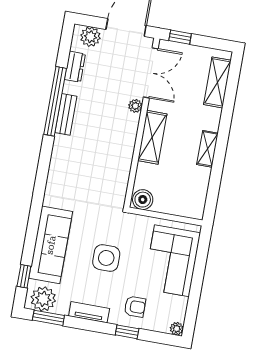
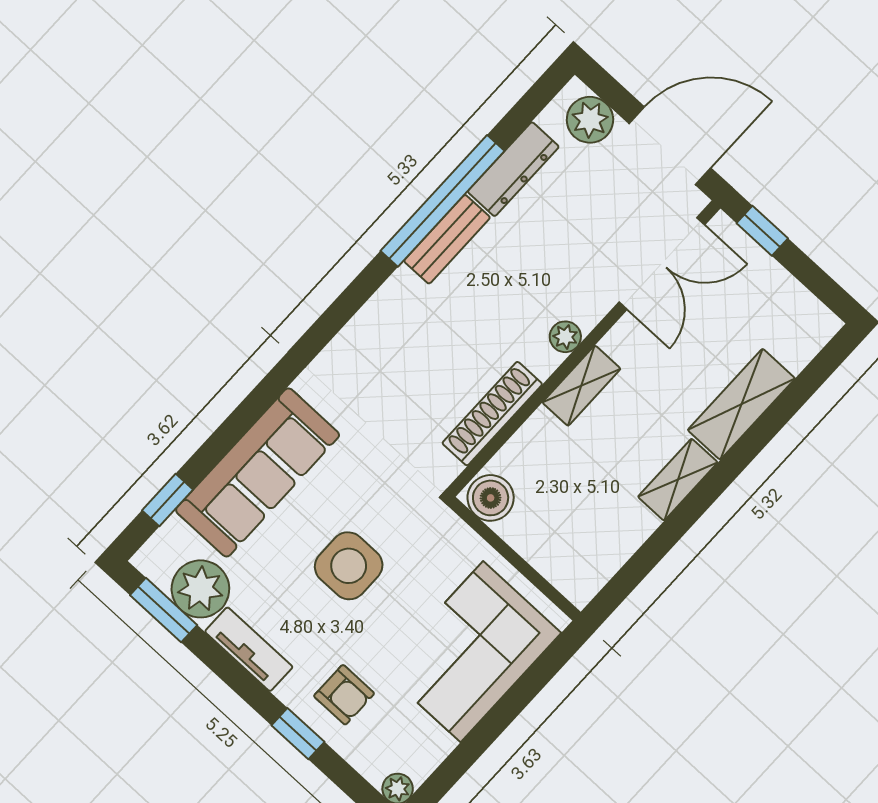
dresser: (75, 67) -> (513, 169), width x1.44
shelving: (217, 82) -> (741, 404), moved
plant: (135, 106) -> (565, 337), moved
shelving: (152, 137) -> (581, 386), width x0.67, depth x0.75
shoe rack: (123, 168) -> (492, 414), added
plant: (43, 299) -> (200, 589), moved

